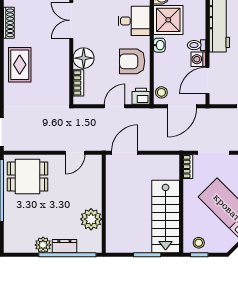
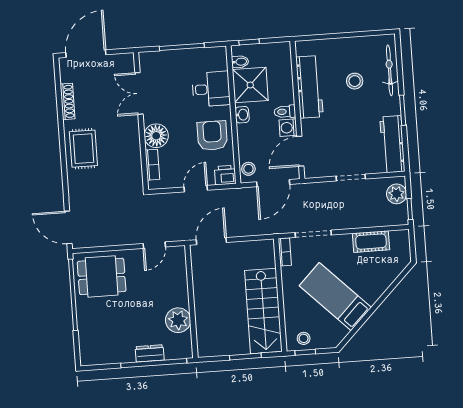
armchair: (132, 61) -> (212, 136), turned 90
plant: (43, 245) -> (125, 354), removed

